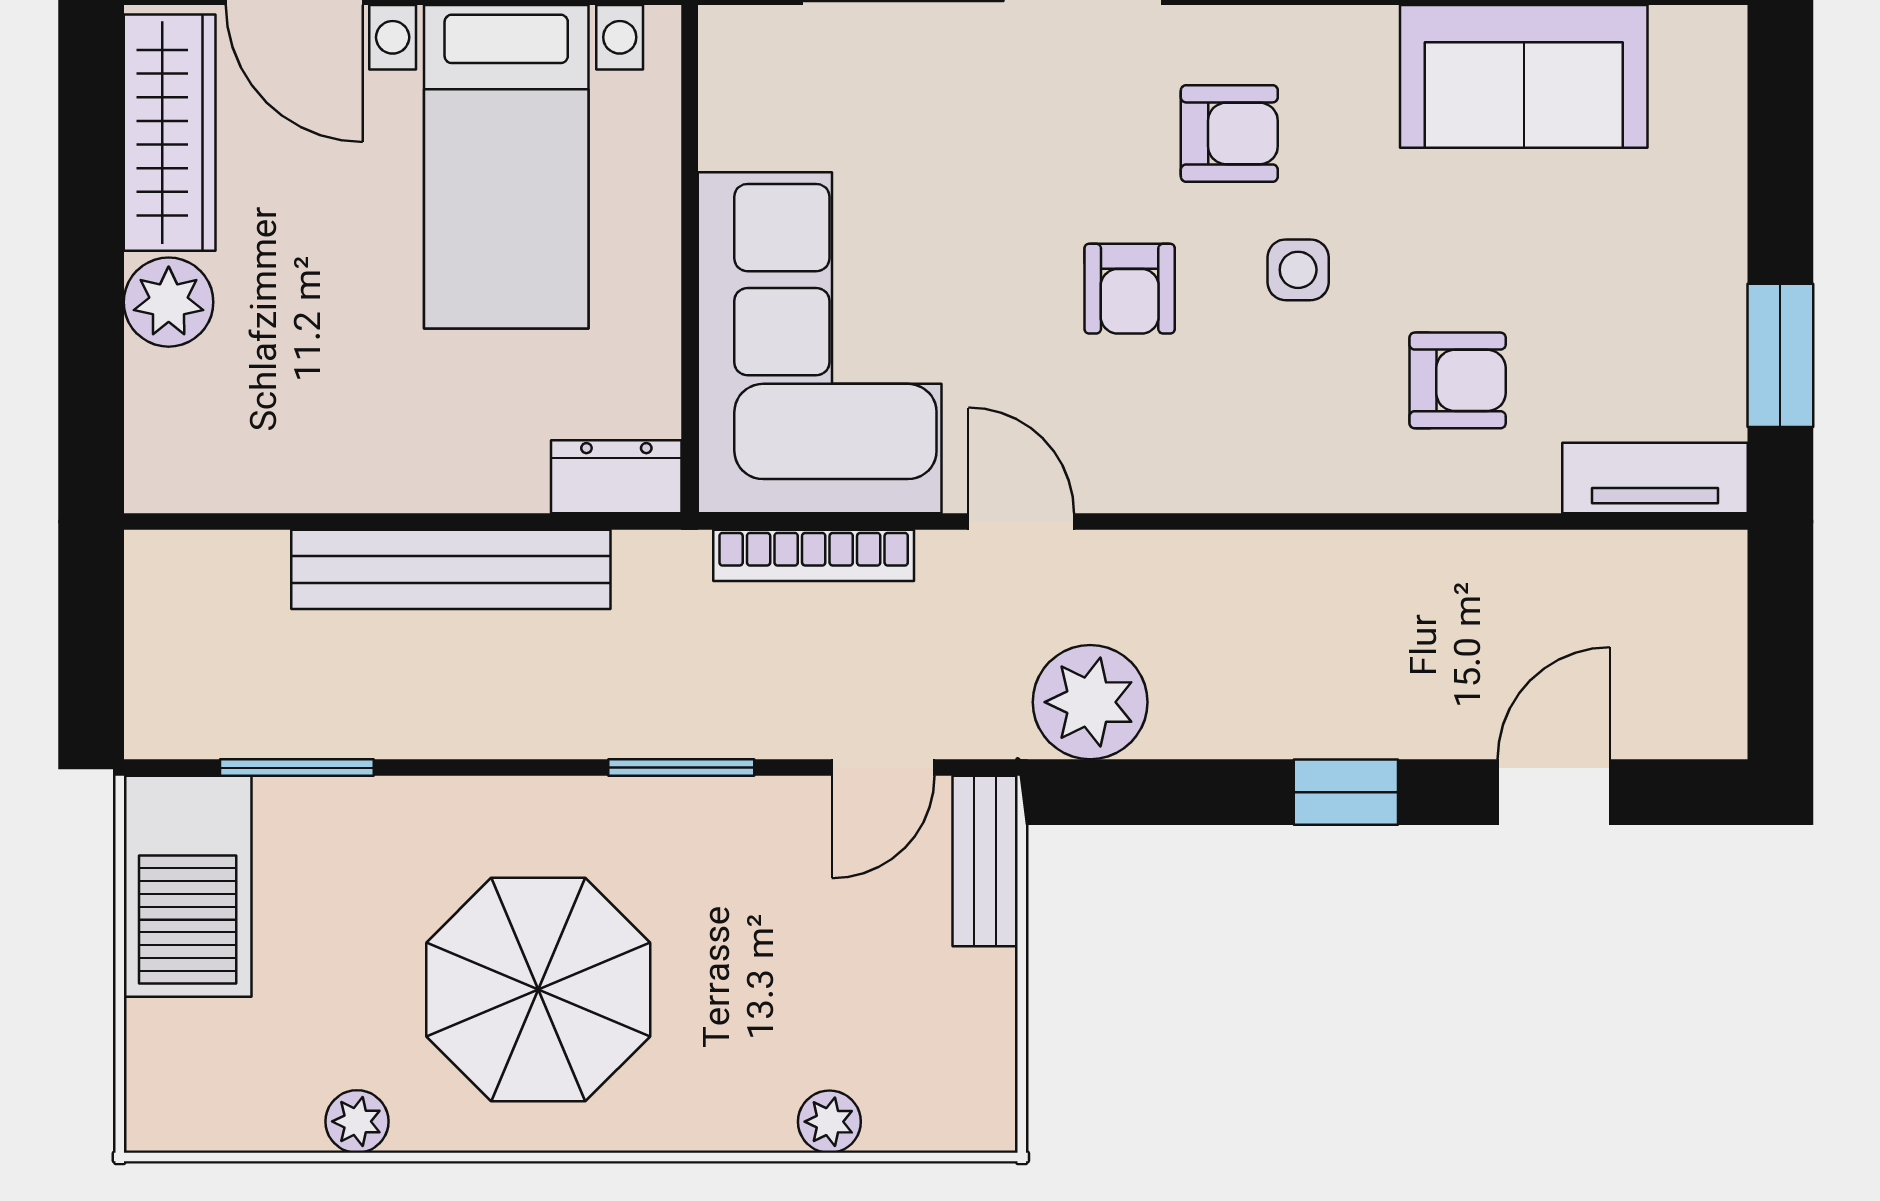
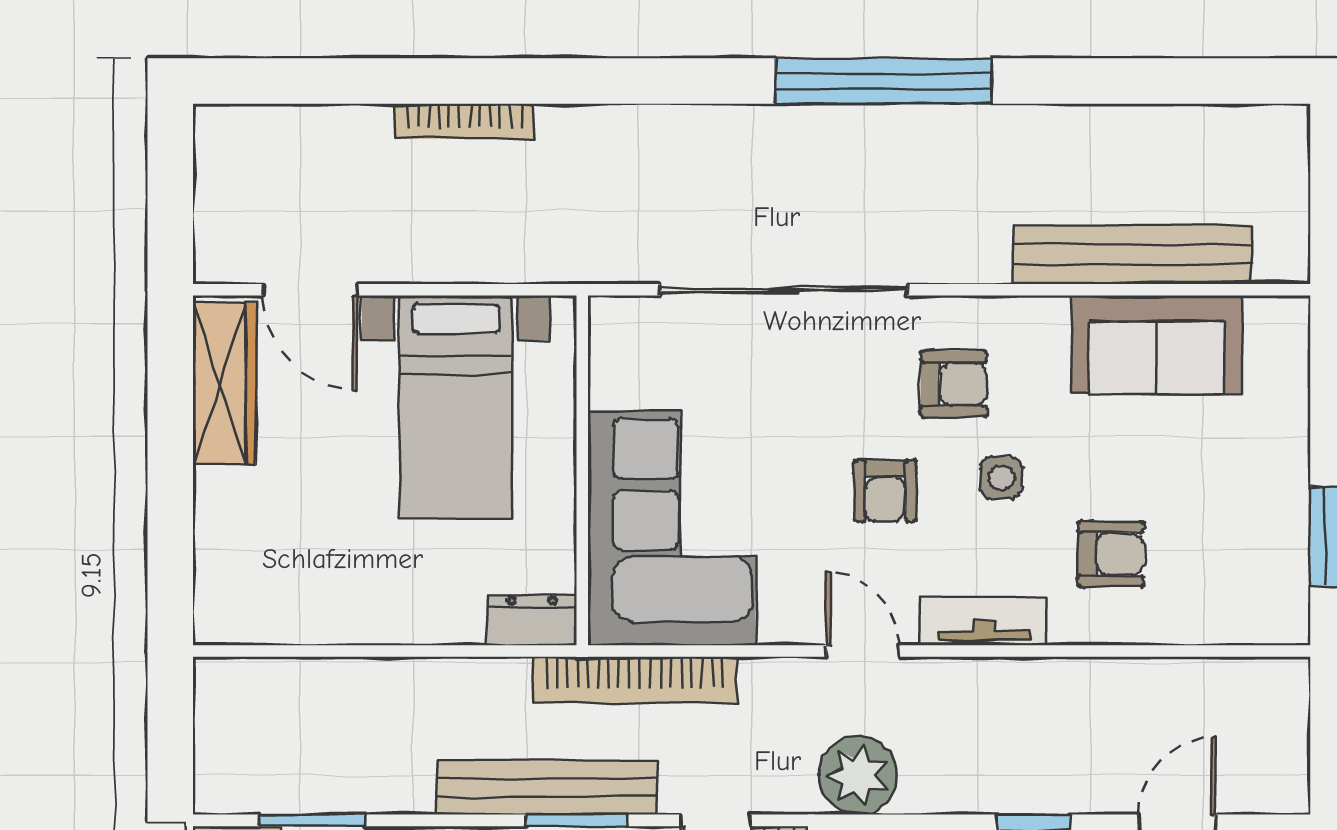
plant: (169, 302) -> (224, 500), removed
tv unit: (1655, 478) -> (984, 621), moved
door: (1021, 522) -> (862, 651), moved
bookcase: (814, 555) -> (635, 680), width x1.48, depth x1.31
bench: (451, 569) -> (547, 787), moved

